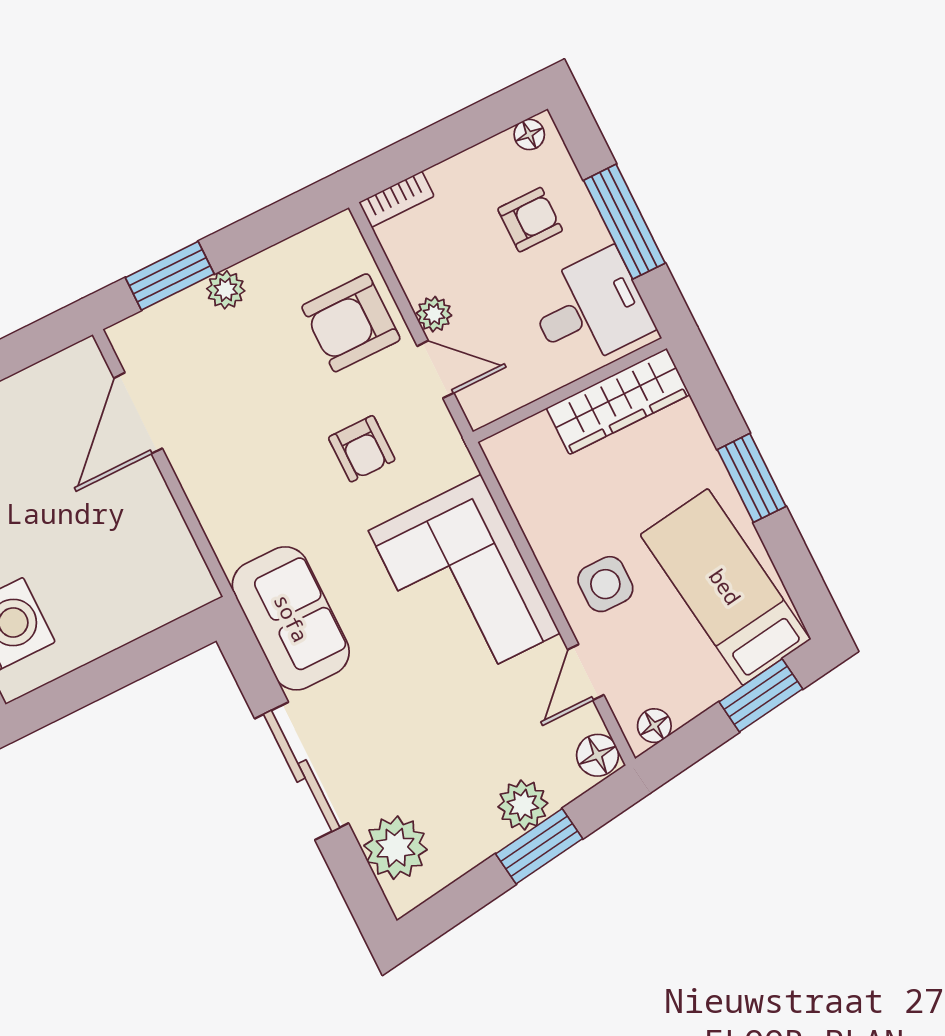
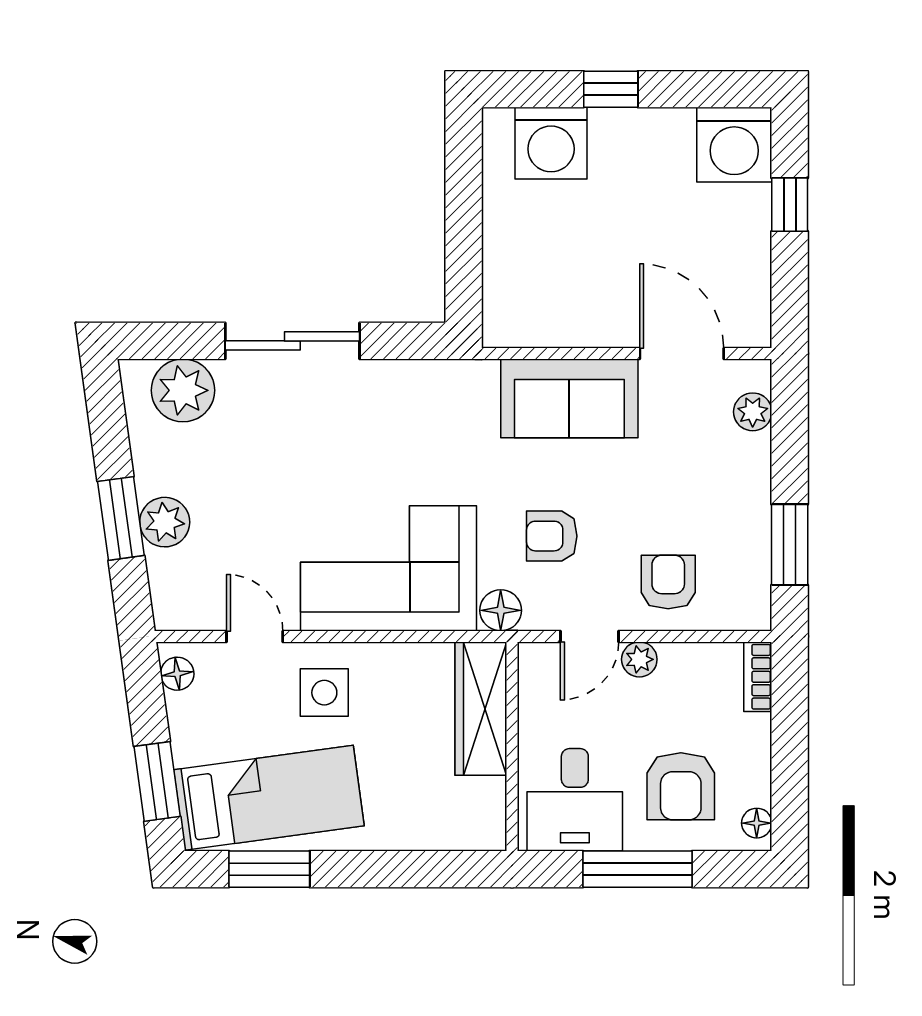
armchair: (530, 220) -> (681, 786), width x1.38, depth x1.38
window: (170, 276) -> (790, 545), moved
plant: (226, 290) -> (753, 412), moved
armchair: (351, 323) -> (668, 582), width x0.72, depth x0.72
wardrobe: (618, 401) -> (481, 709), moved
window: (752, 478) -> (269, 869), moved
sofa: (291, 618) -> (569, 398), moved
floor lamp: (598, 755) -> (501, 610), moved

